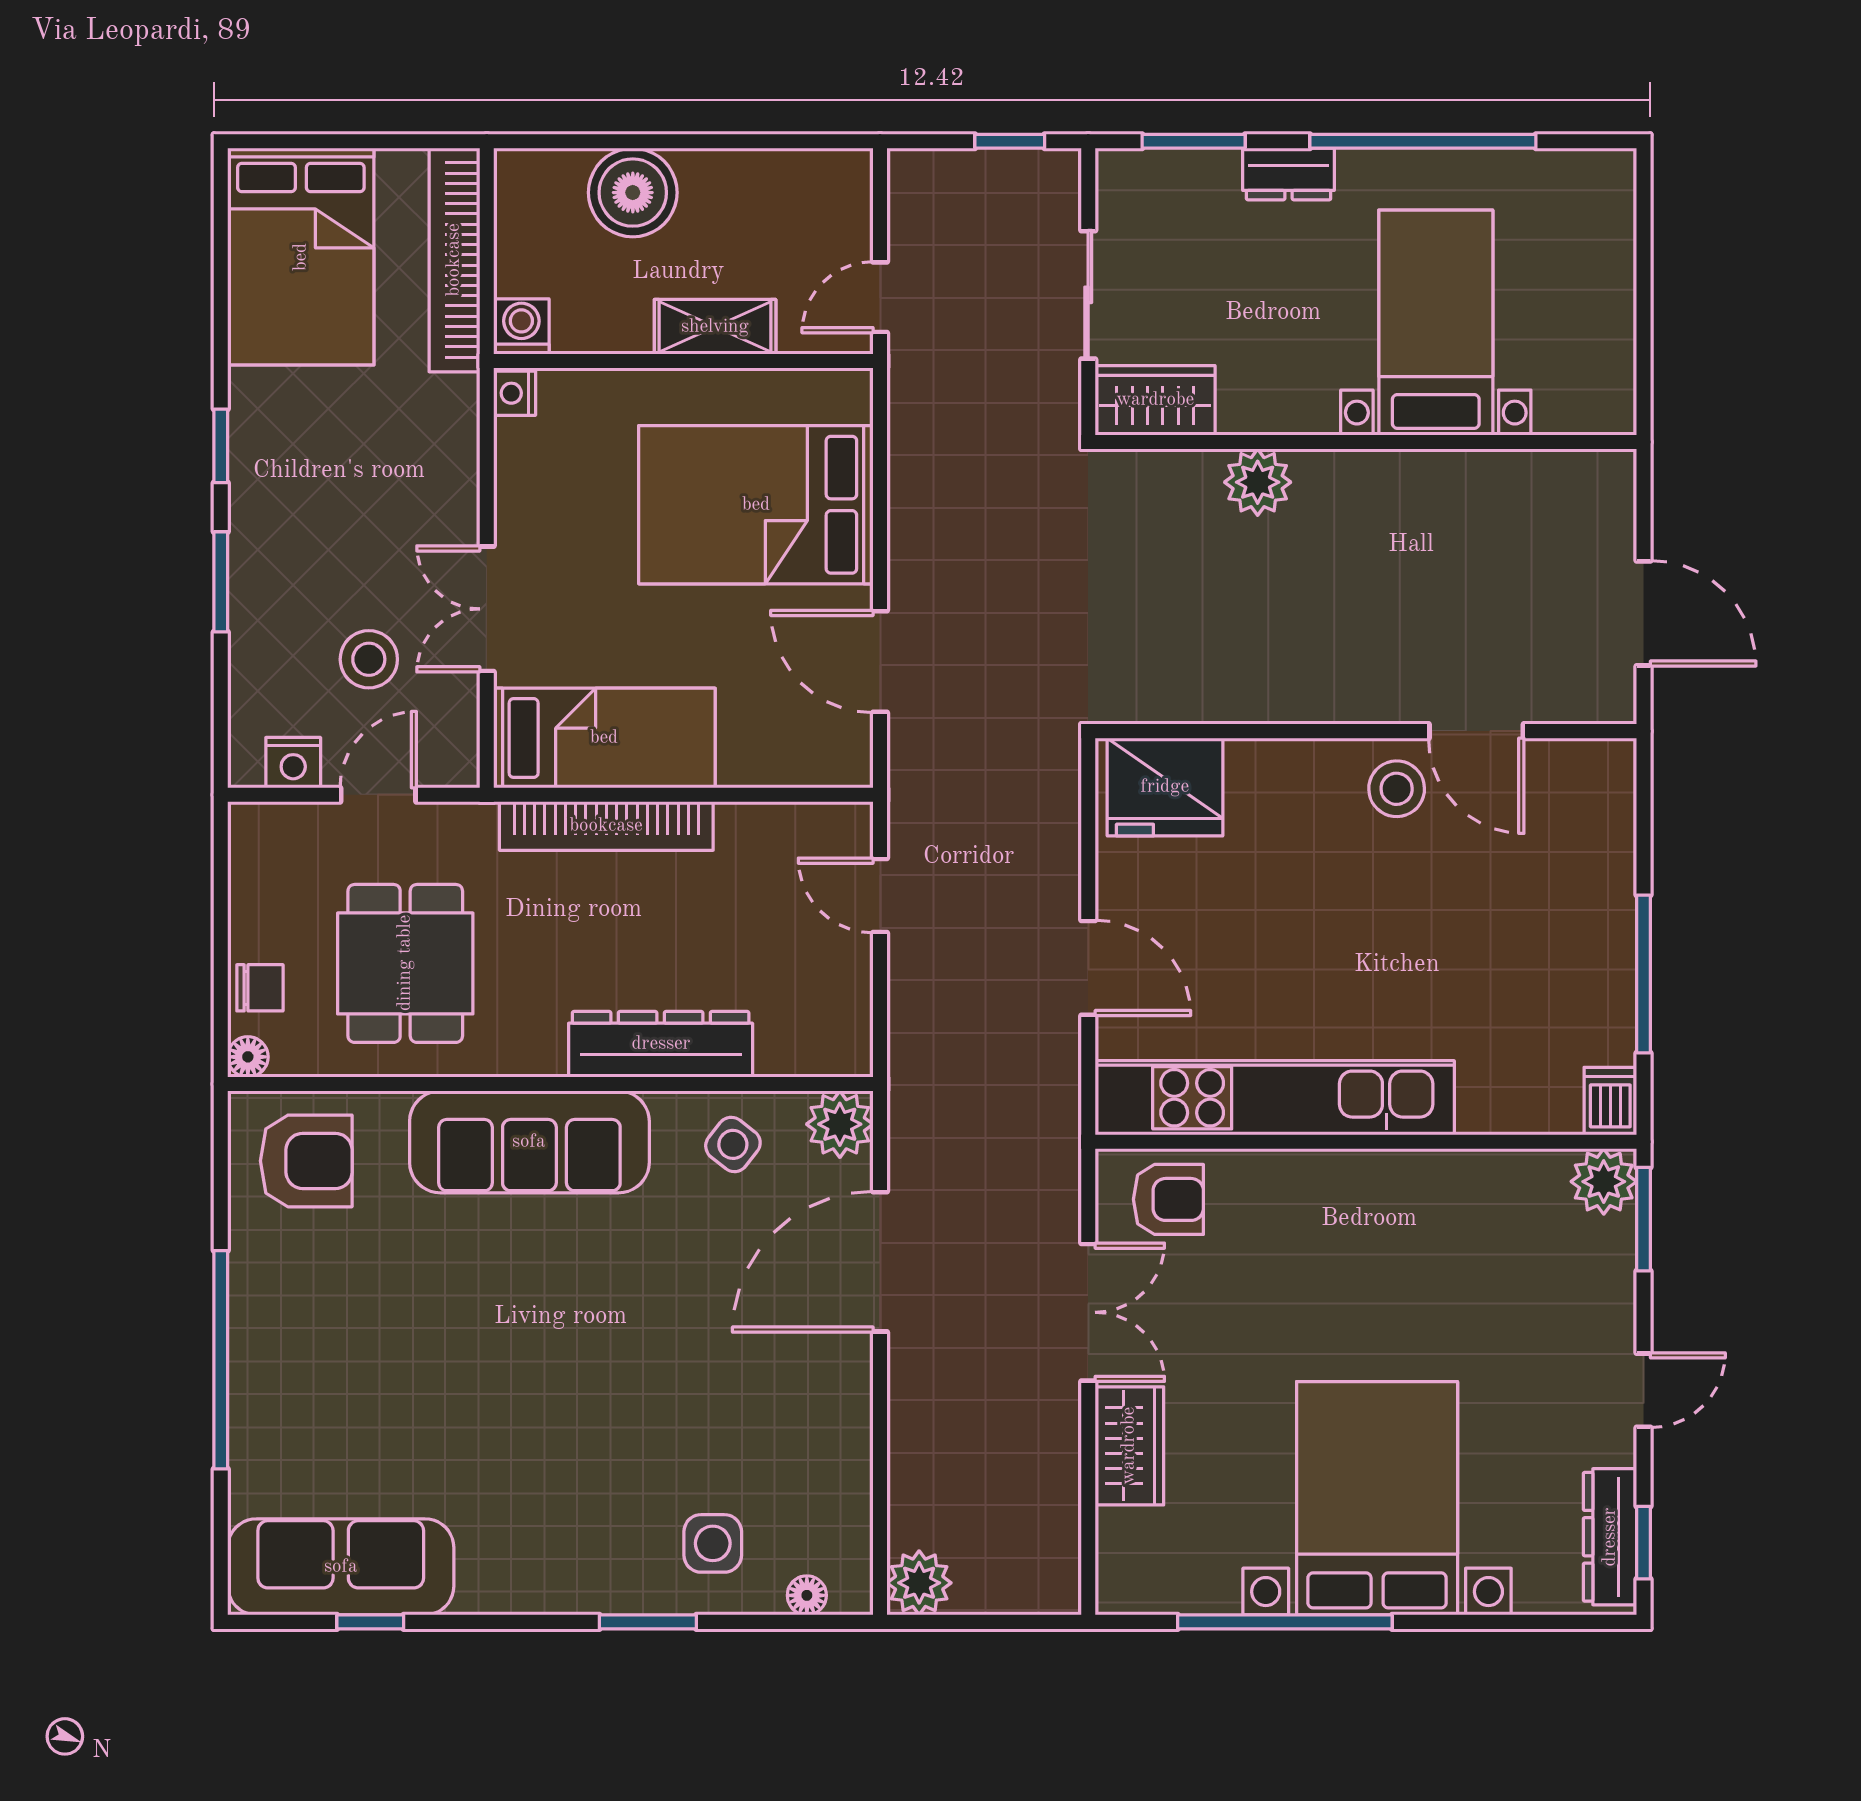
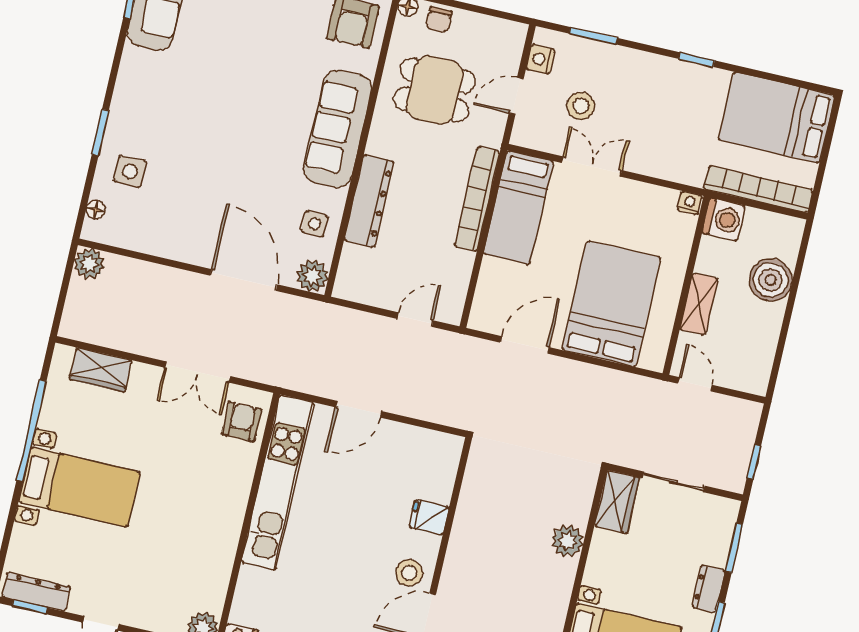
washing machine: (521, 326) -> (724, 219), width x1.38, depth x1.38
window: (221, 582) -> (593, 36), moved
fridge: (1165, 787) -> (429, 517), moved, width x0.53, depth x0.75
door: (378, 795) -> (516, 96), swing flipped
side table: (733, 1144) -> (314, 224), turned -38
armchair: (1168, 1199) -> (242, 422), turned 180
wardrobe: (1129, 1446) -> (101, 370), moved
bed with nightstands: (1377, 1498) -> (79, 487), width x0.73

